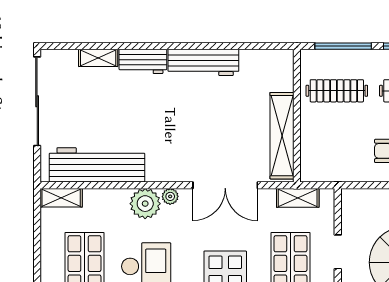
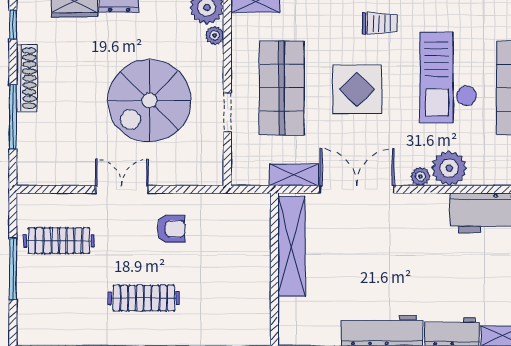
clothes rail: (337, 91) -> (228, 298), removed
shelving: (298, 198) -> (294, 175), moved

